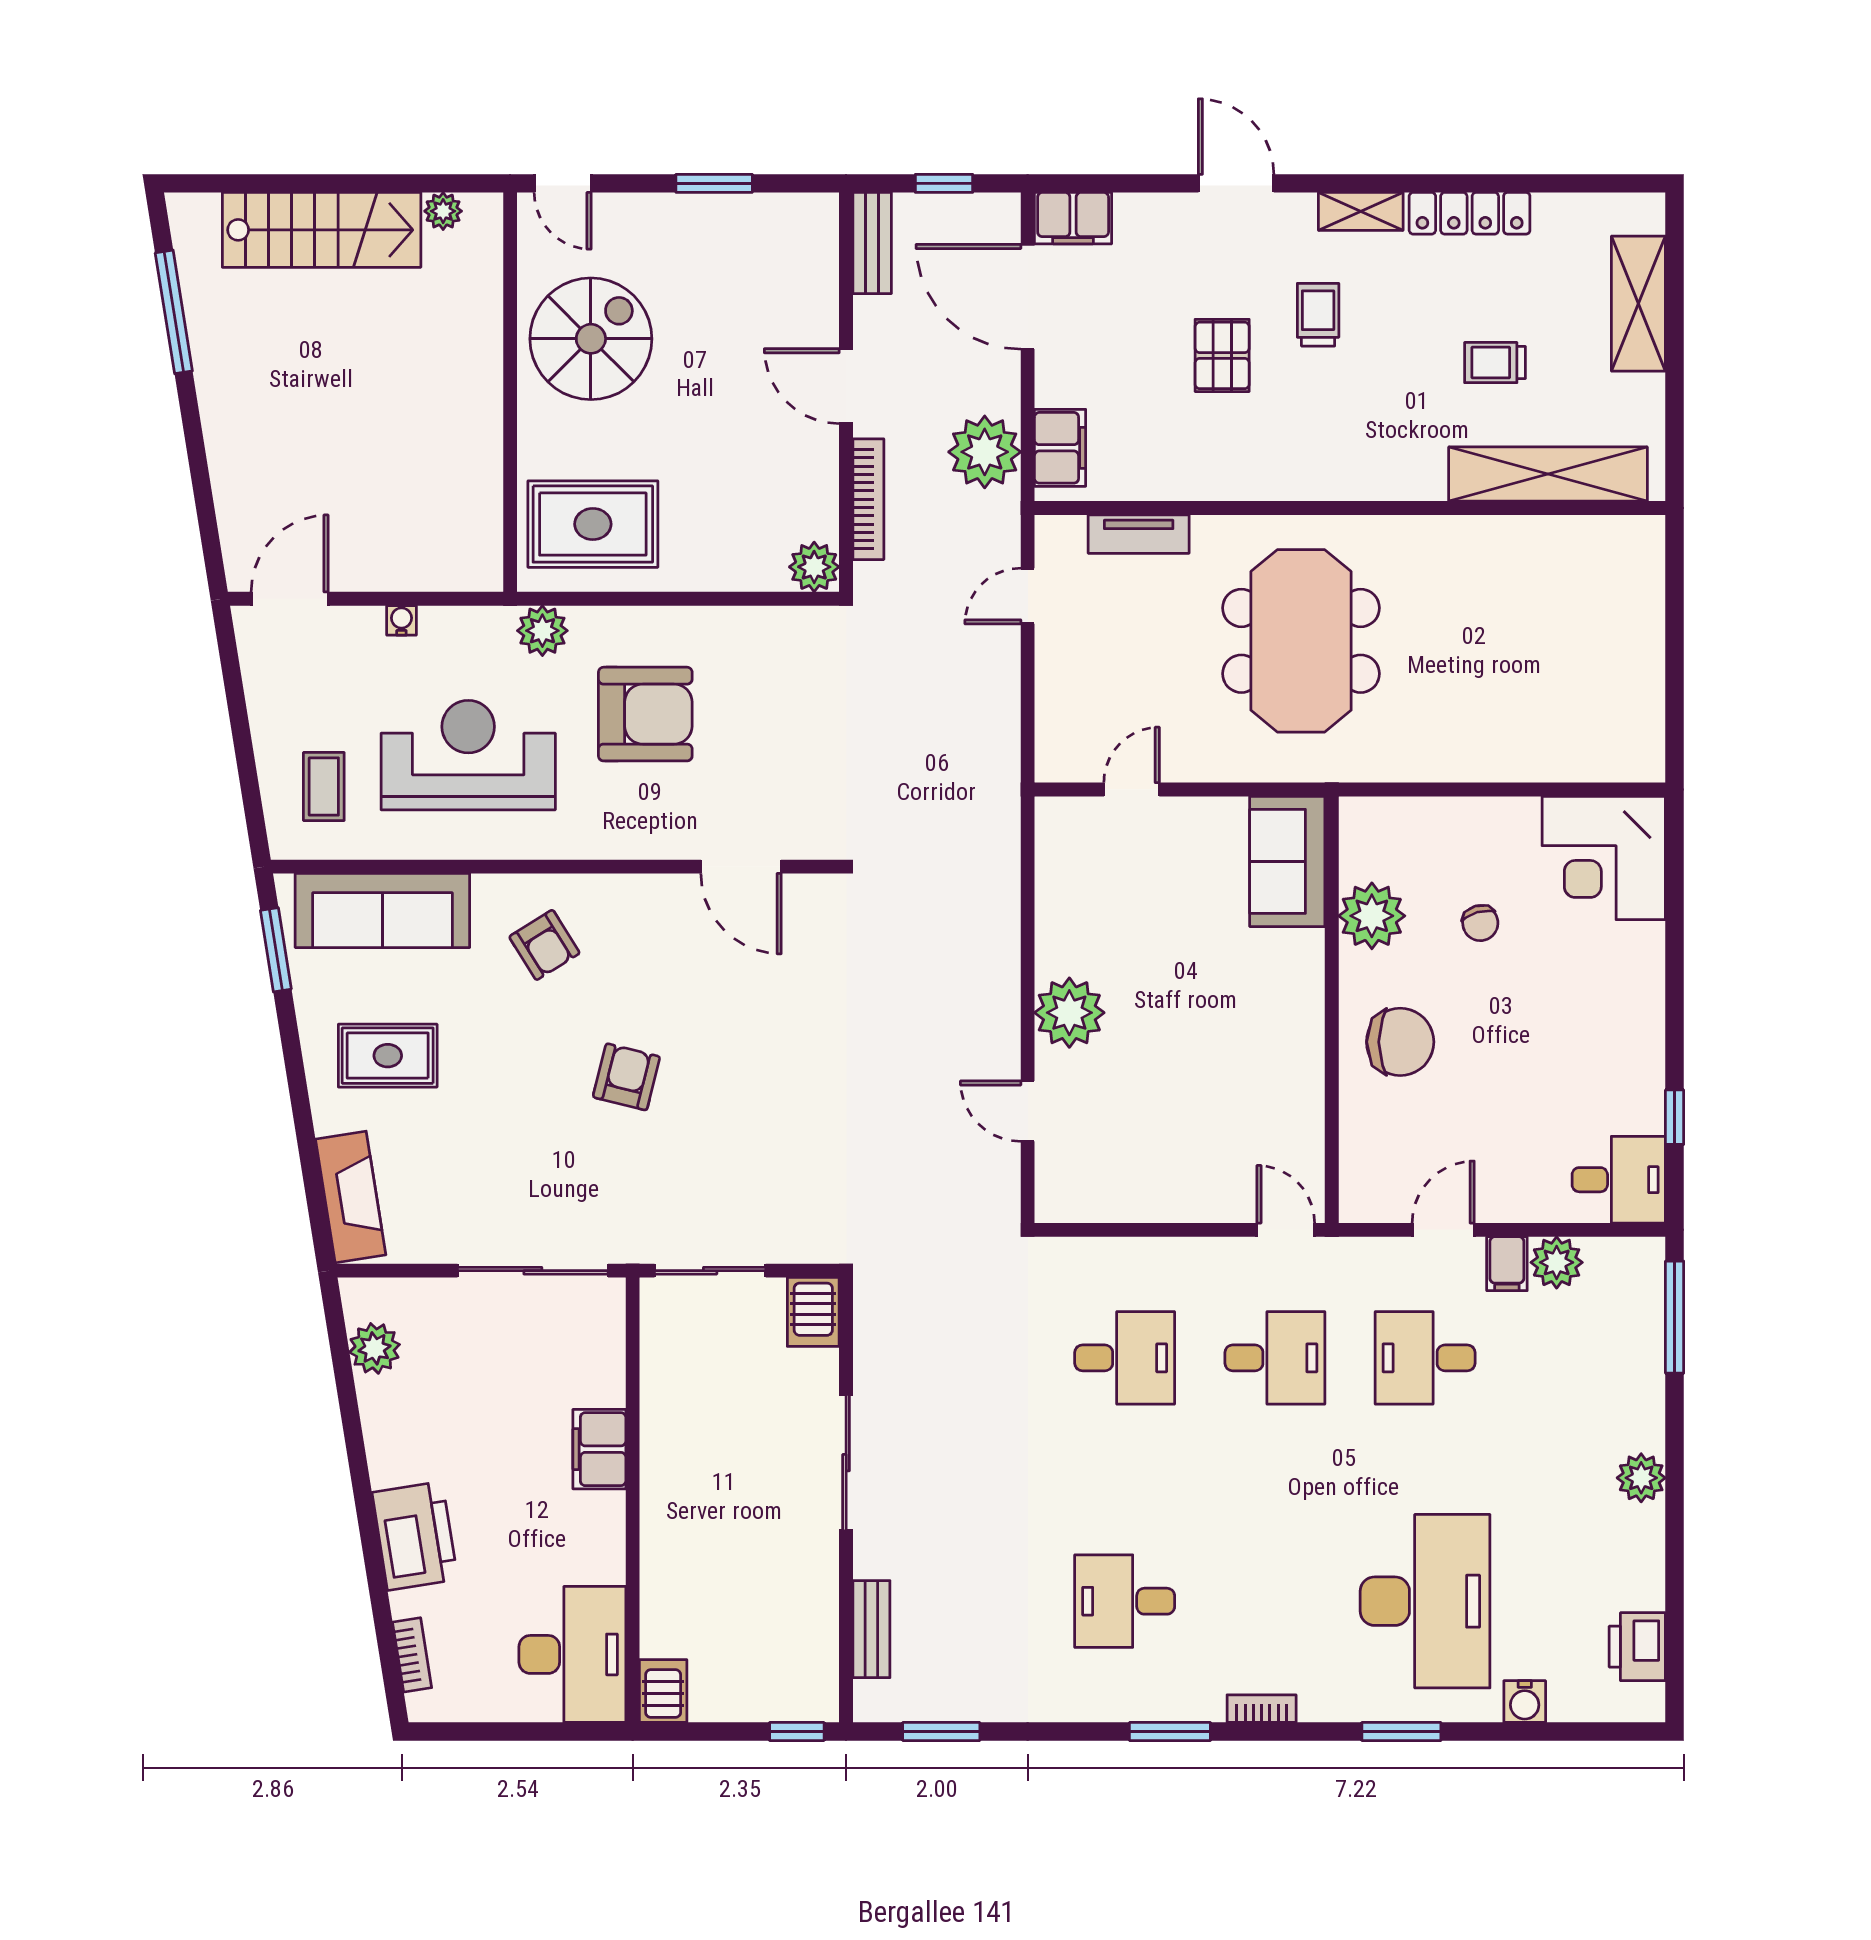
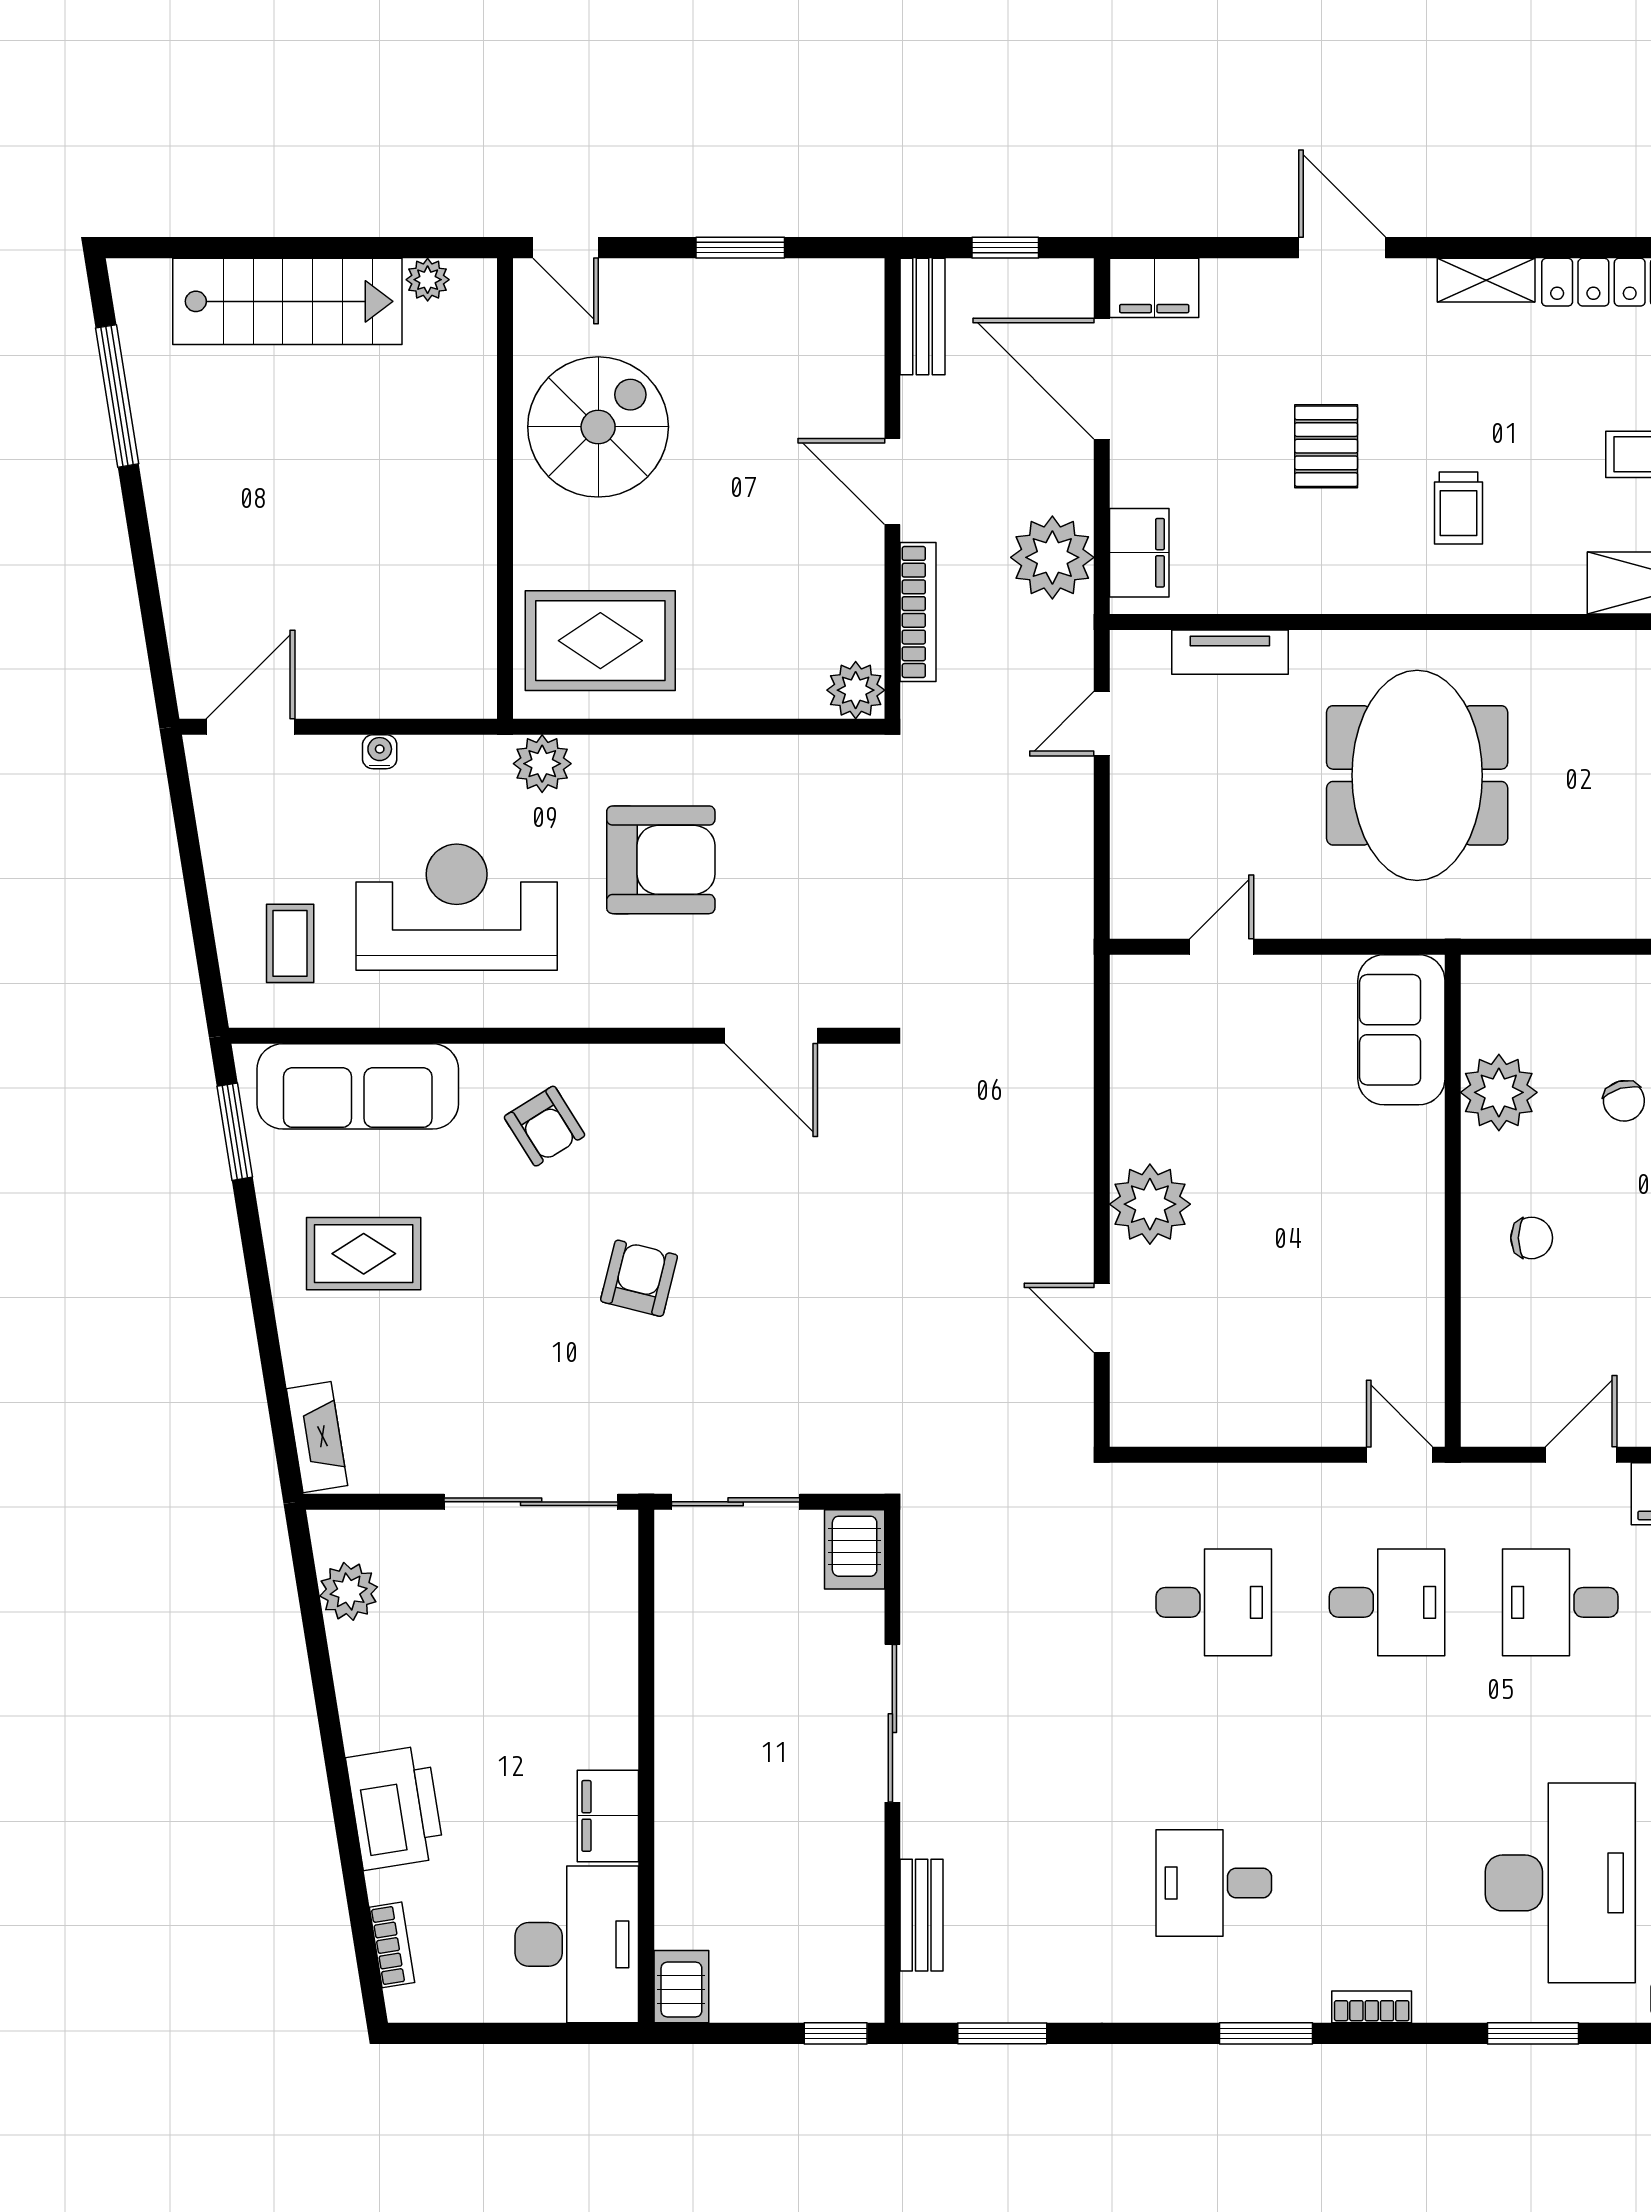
trolley: (1318, 315) -> (1458, 508), moved, turned 180
chair: (1400, 1042) -> (1532, 1238), width x0.54, depth x0.54
fireplace: (351, 1197) -> (317, 1437), width x0.73, depth x0.76
filing cabinet: (599, 1449) -> (608, 1816), moved

